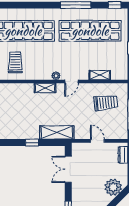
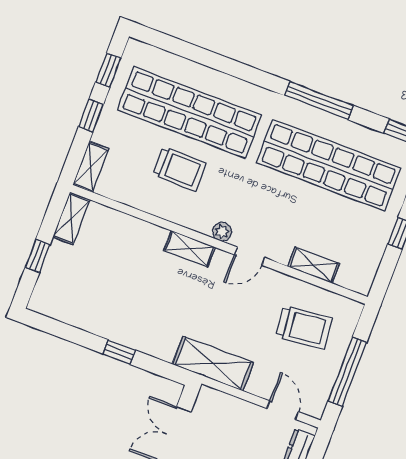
trolley: (15, 62) -> (179, 169), moved, turned 90
shelving: (57, 132) -> (213, 364), moved
door: (97, 141) -> (283, 410), moved

